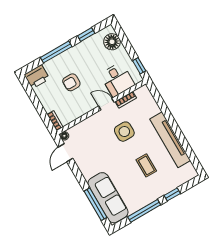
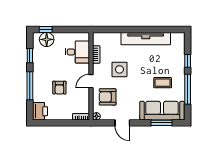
window: (139, 66) -> (46, 29), moved
door: (106, 104) -> (91, 81), moved
armchair: (90, 136) -> (108, 97), added
door: (66, 153) -> (122, 123), moved
coffee table: (146, 165) -> (163, 83), moved
window: (96, 204) -> (162, 123), width x0.69

